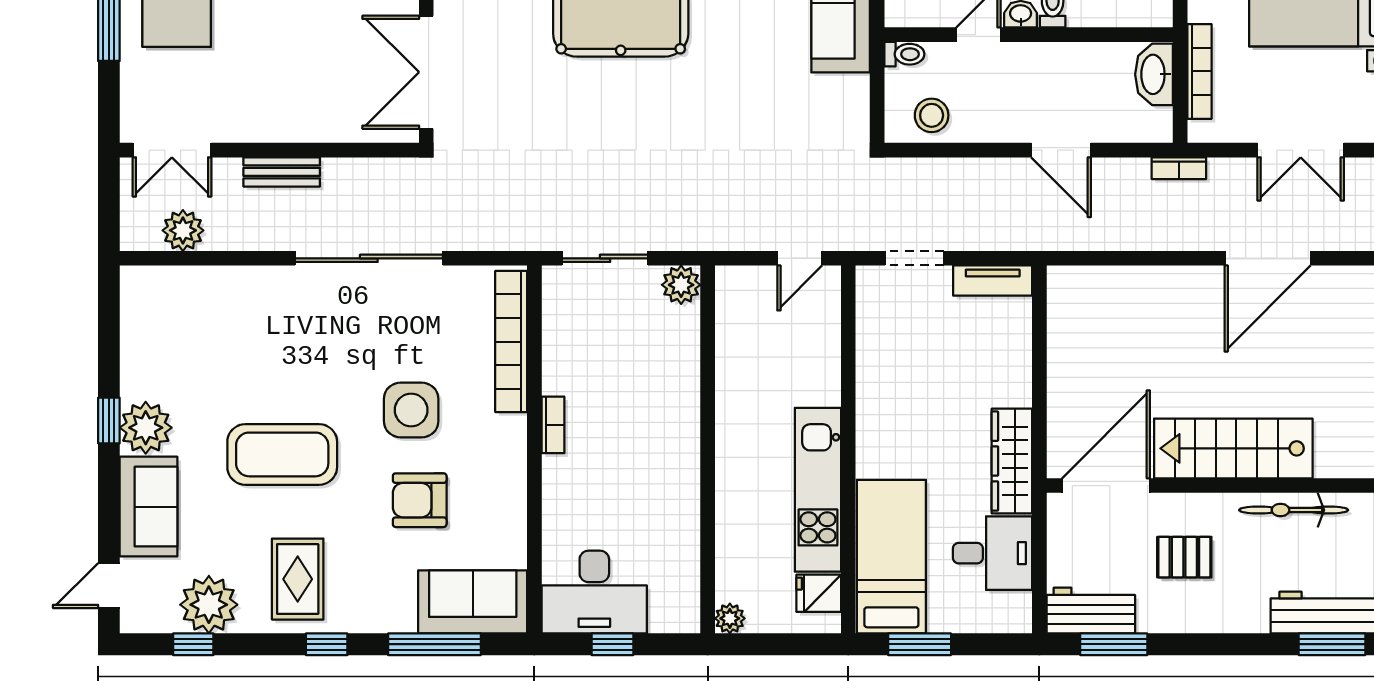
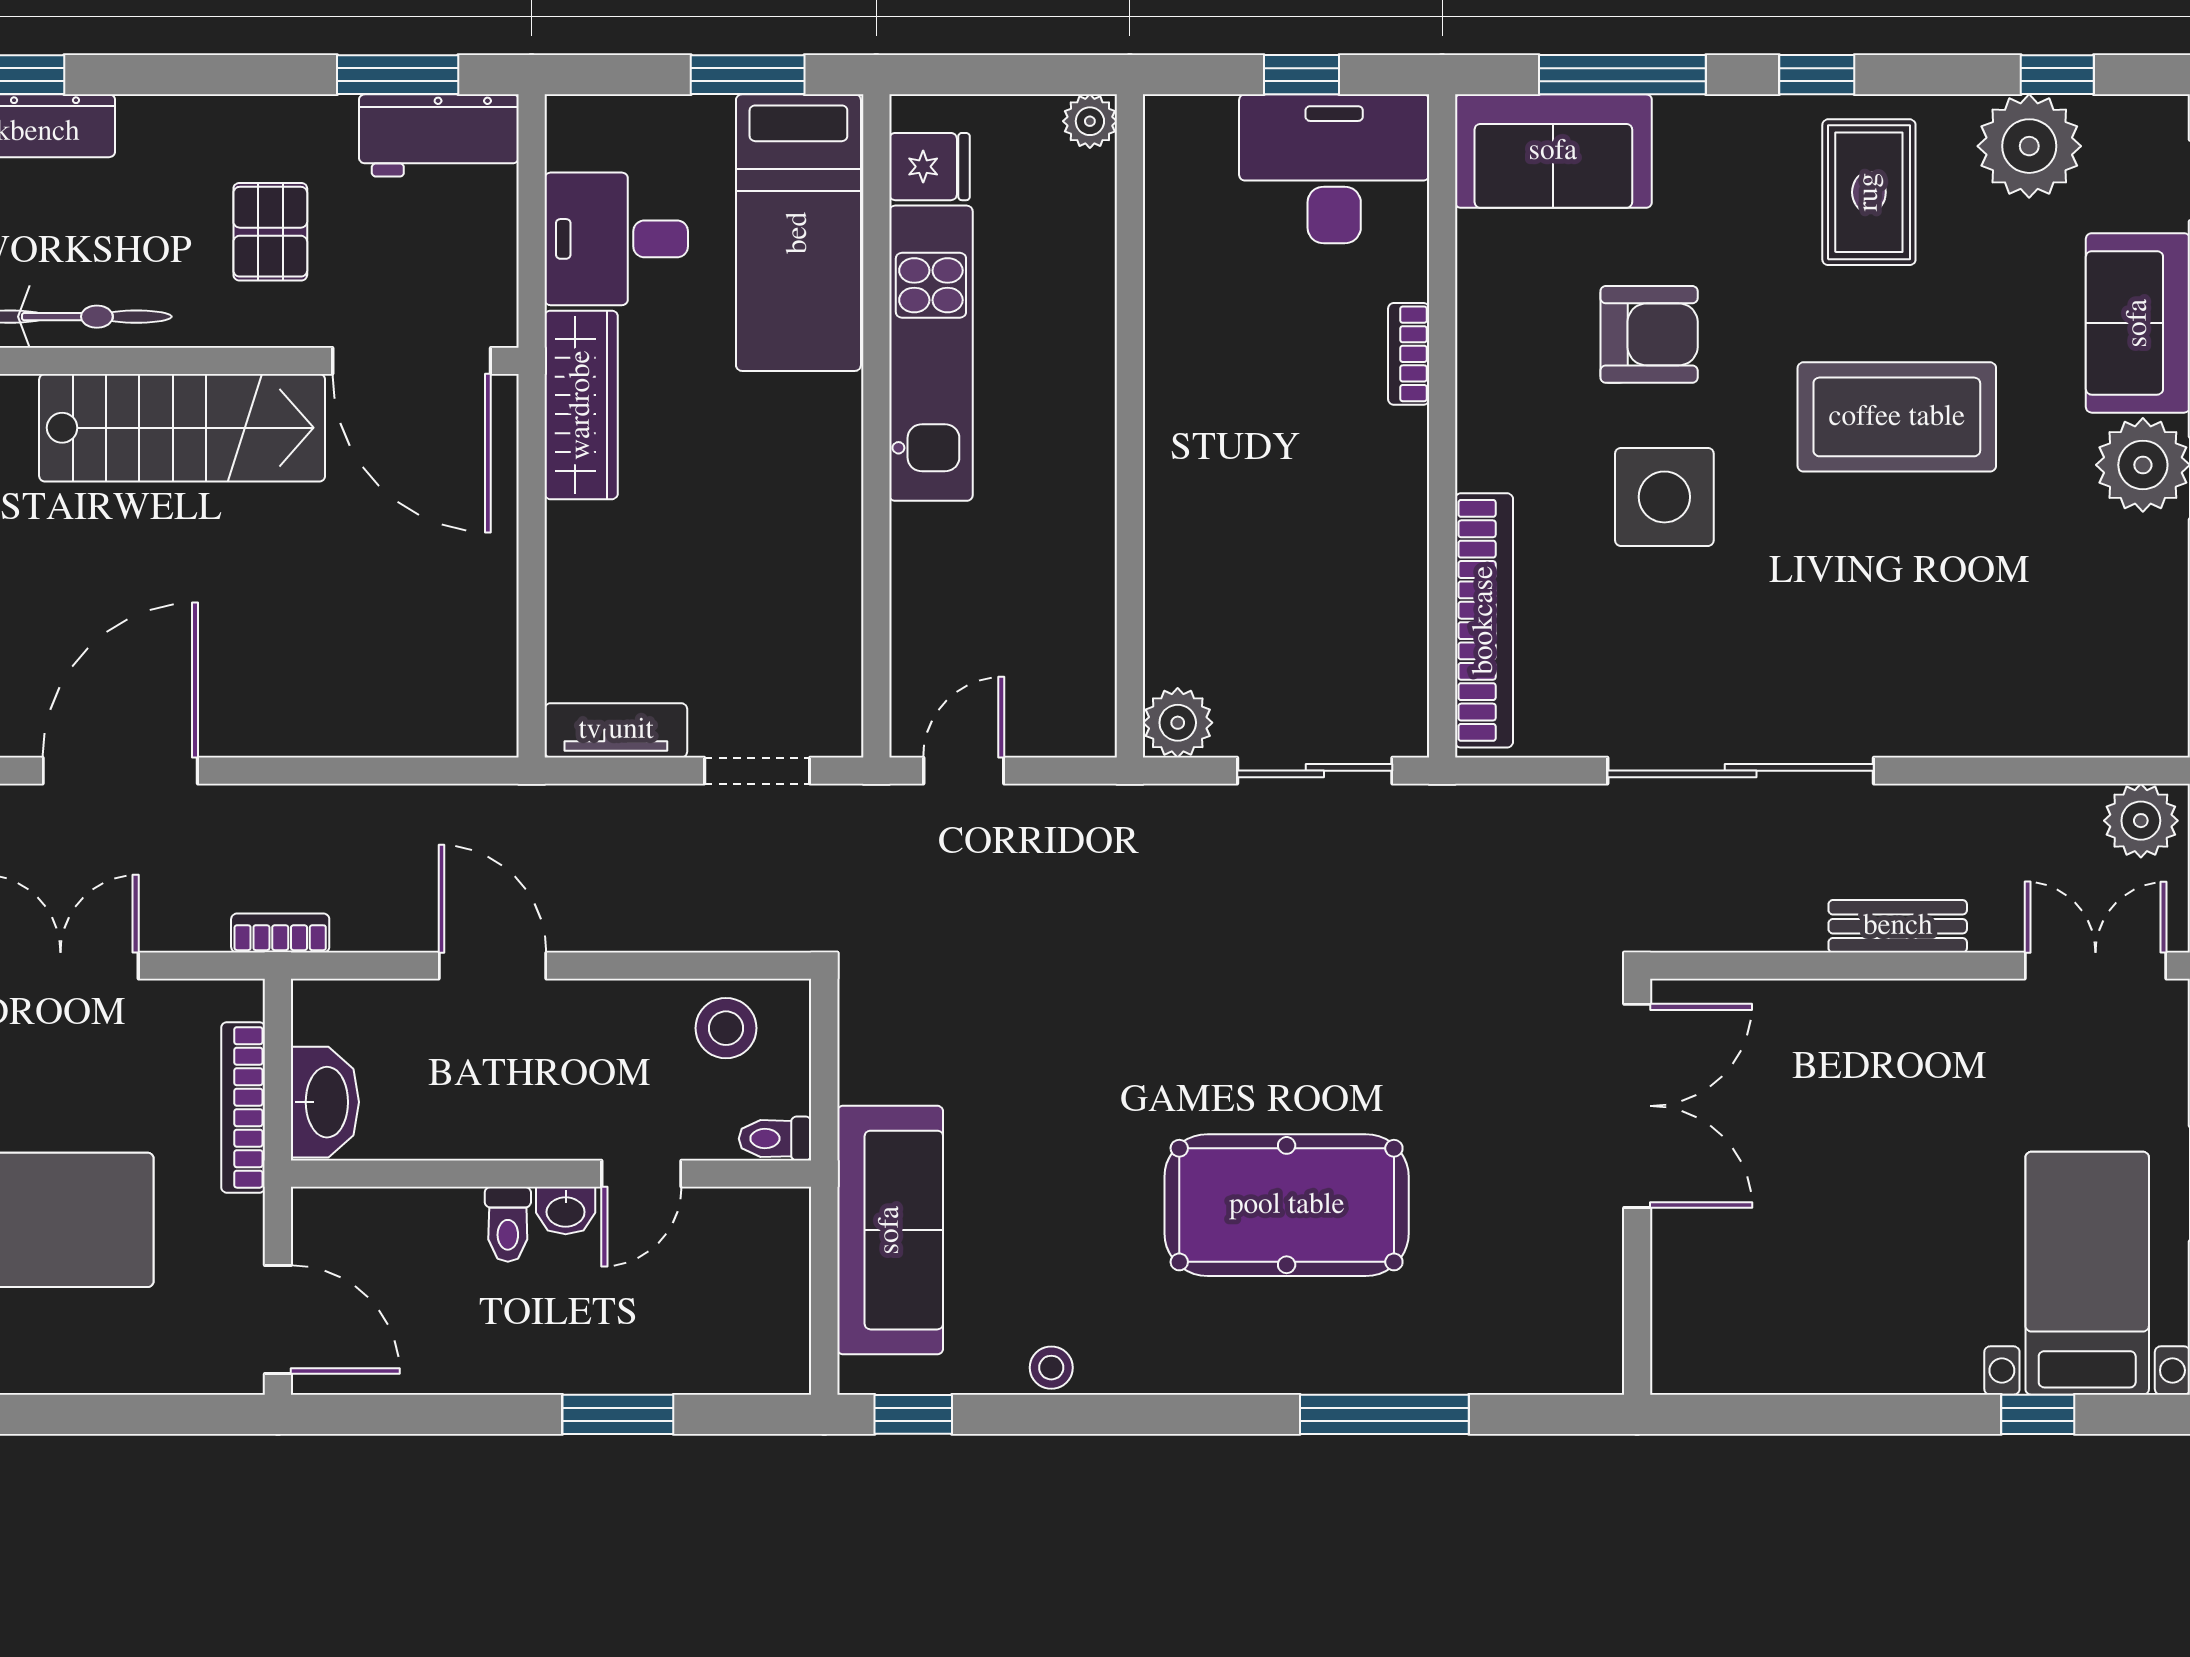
plant: (183, 230) -> (2141, 821), moved
bookcase: (553, 425) -> (1409, 354), moved
door: (1106, 486) -> (412, 361), hinge flipped
pallet: (1184, 557) -> (270, 232), turned 90

